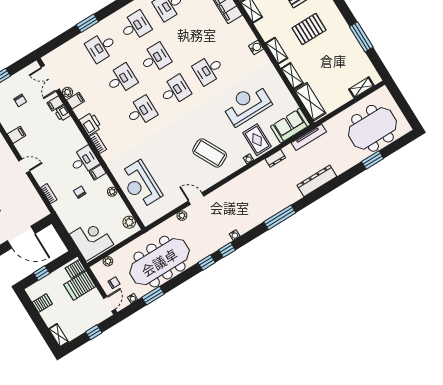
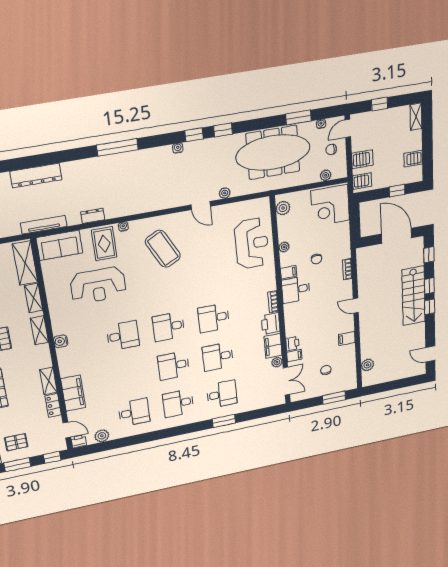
filing cabinet: (76, 101) -> (273, 346), width x2.00
dresser: (317, 181) -> (36, 175), moved
server rack: (80, 286) -> (362, 159), width x0.73, depth x0.70

